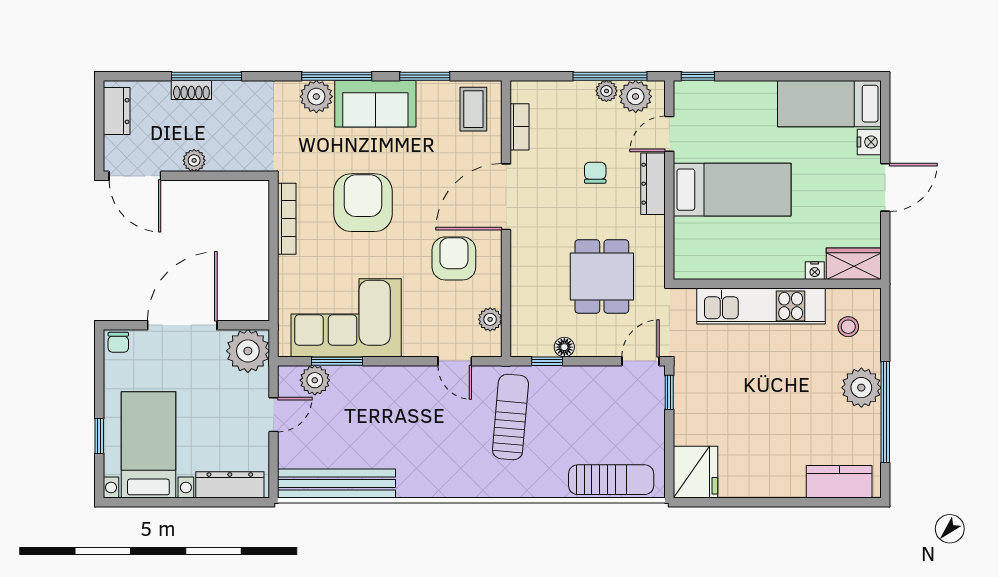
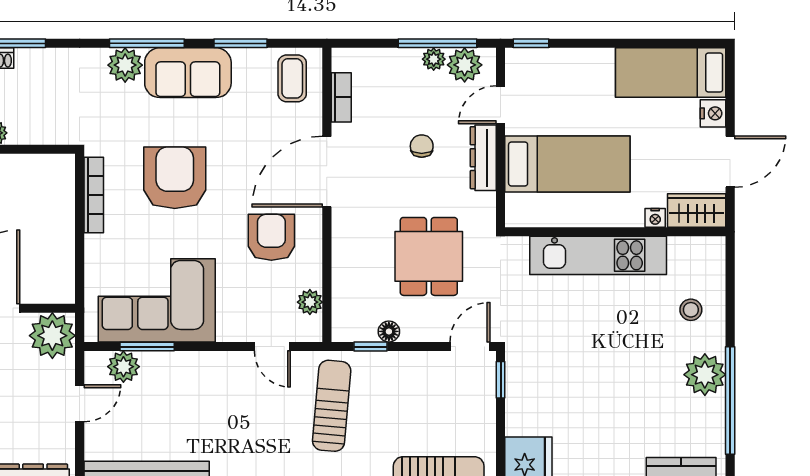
wardrobe: (854, 264) -> (697, 210), moved
nightstand: (815, 271) -> (655, 218), moved
wall: (777, 284) -> (615, 232), moved
kitchen unit: (761, 306) -> (598, 255), moved

